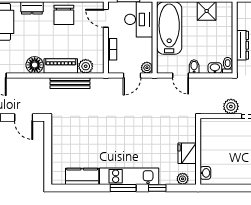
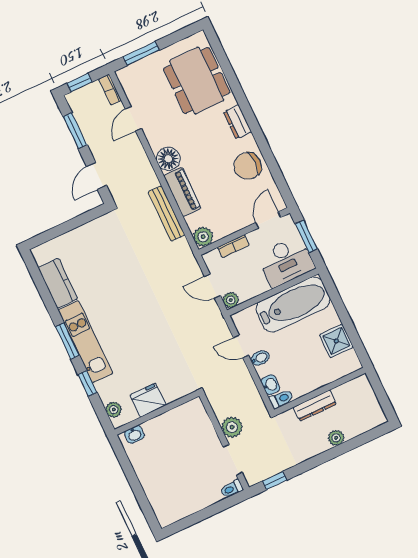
plant: (86, 66) -> (203, 237), moved
door: (181, 75) -> (241, 346), hinge flipped

